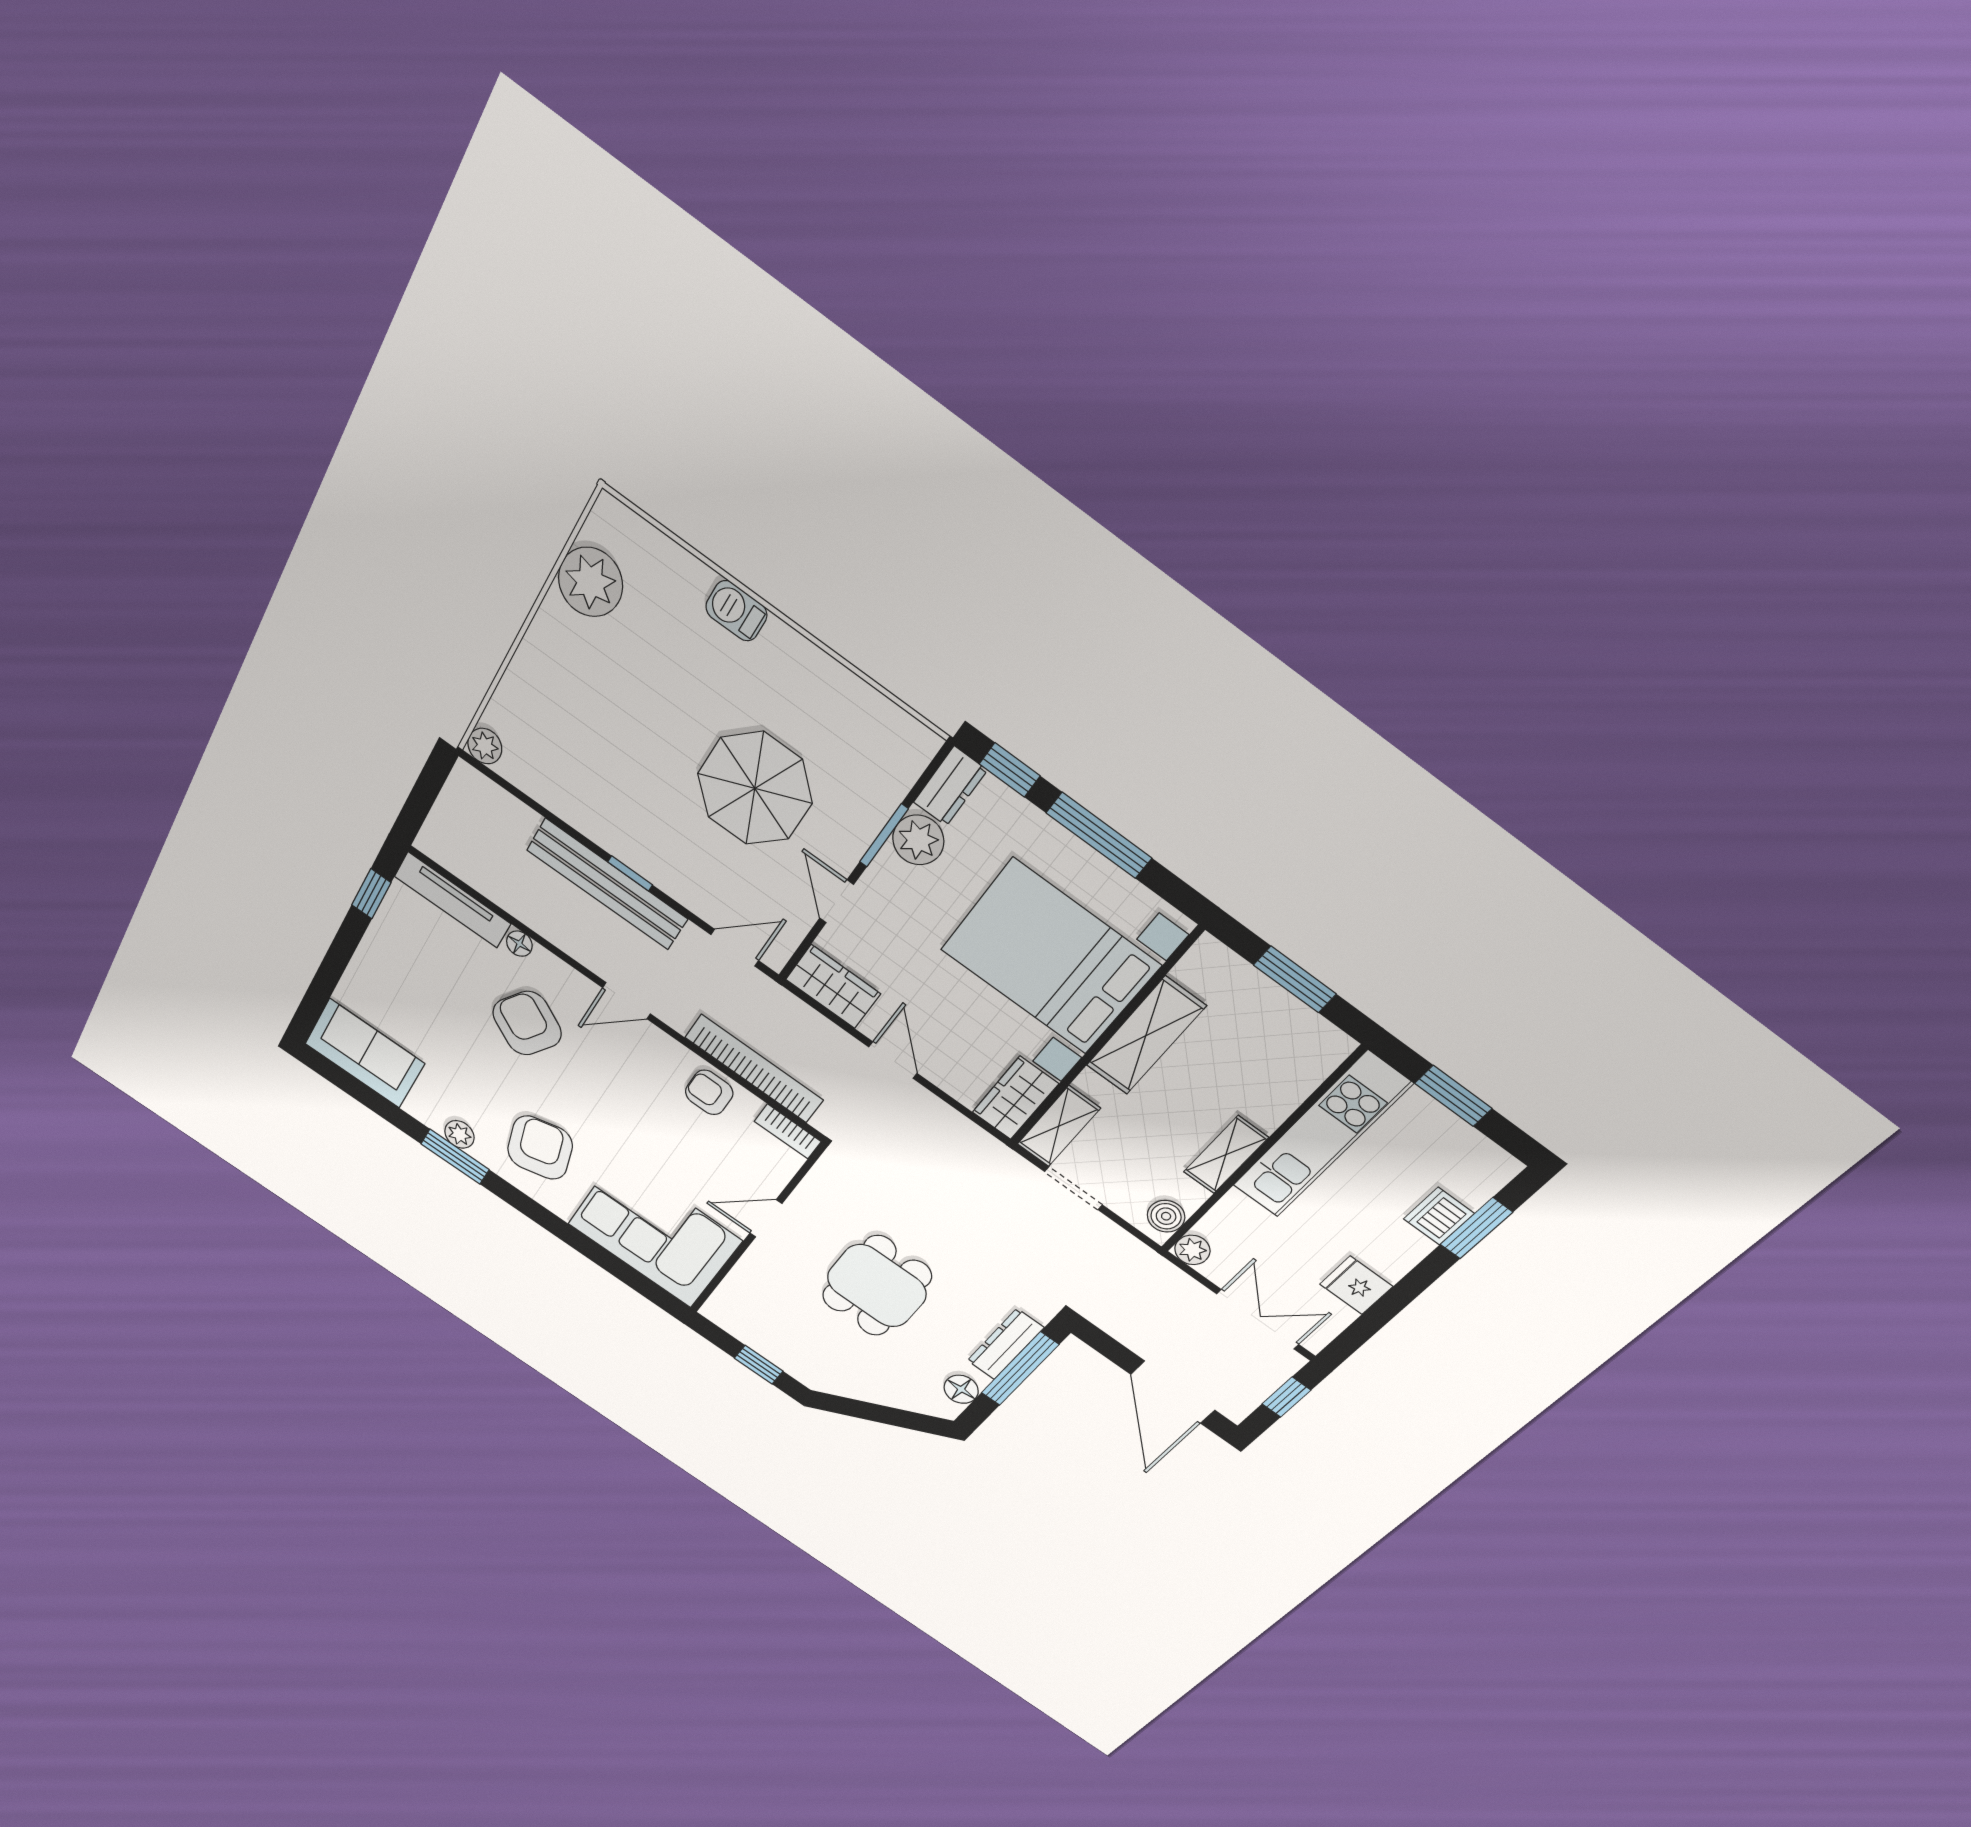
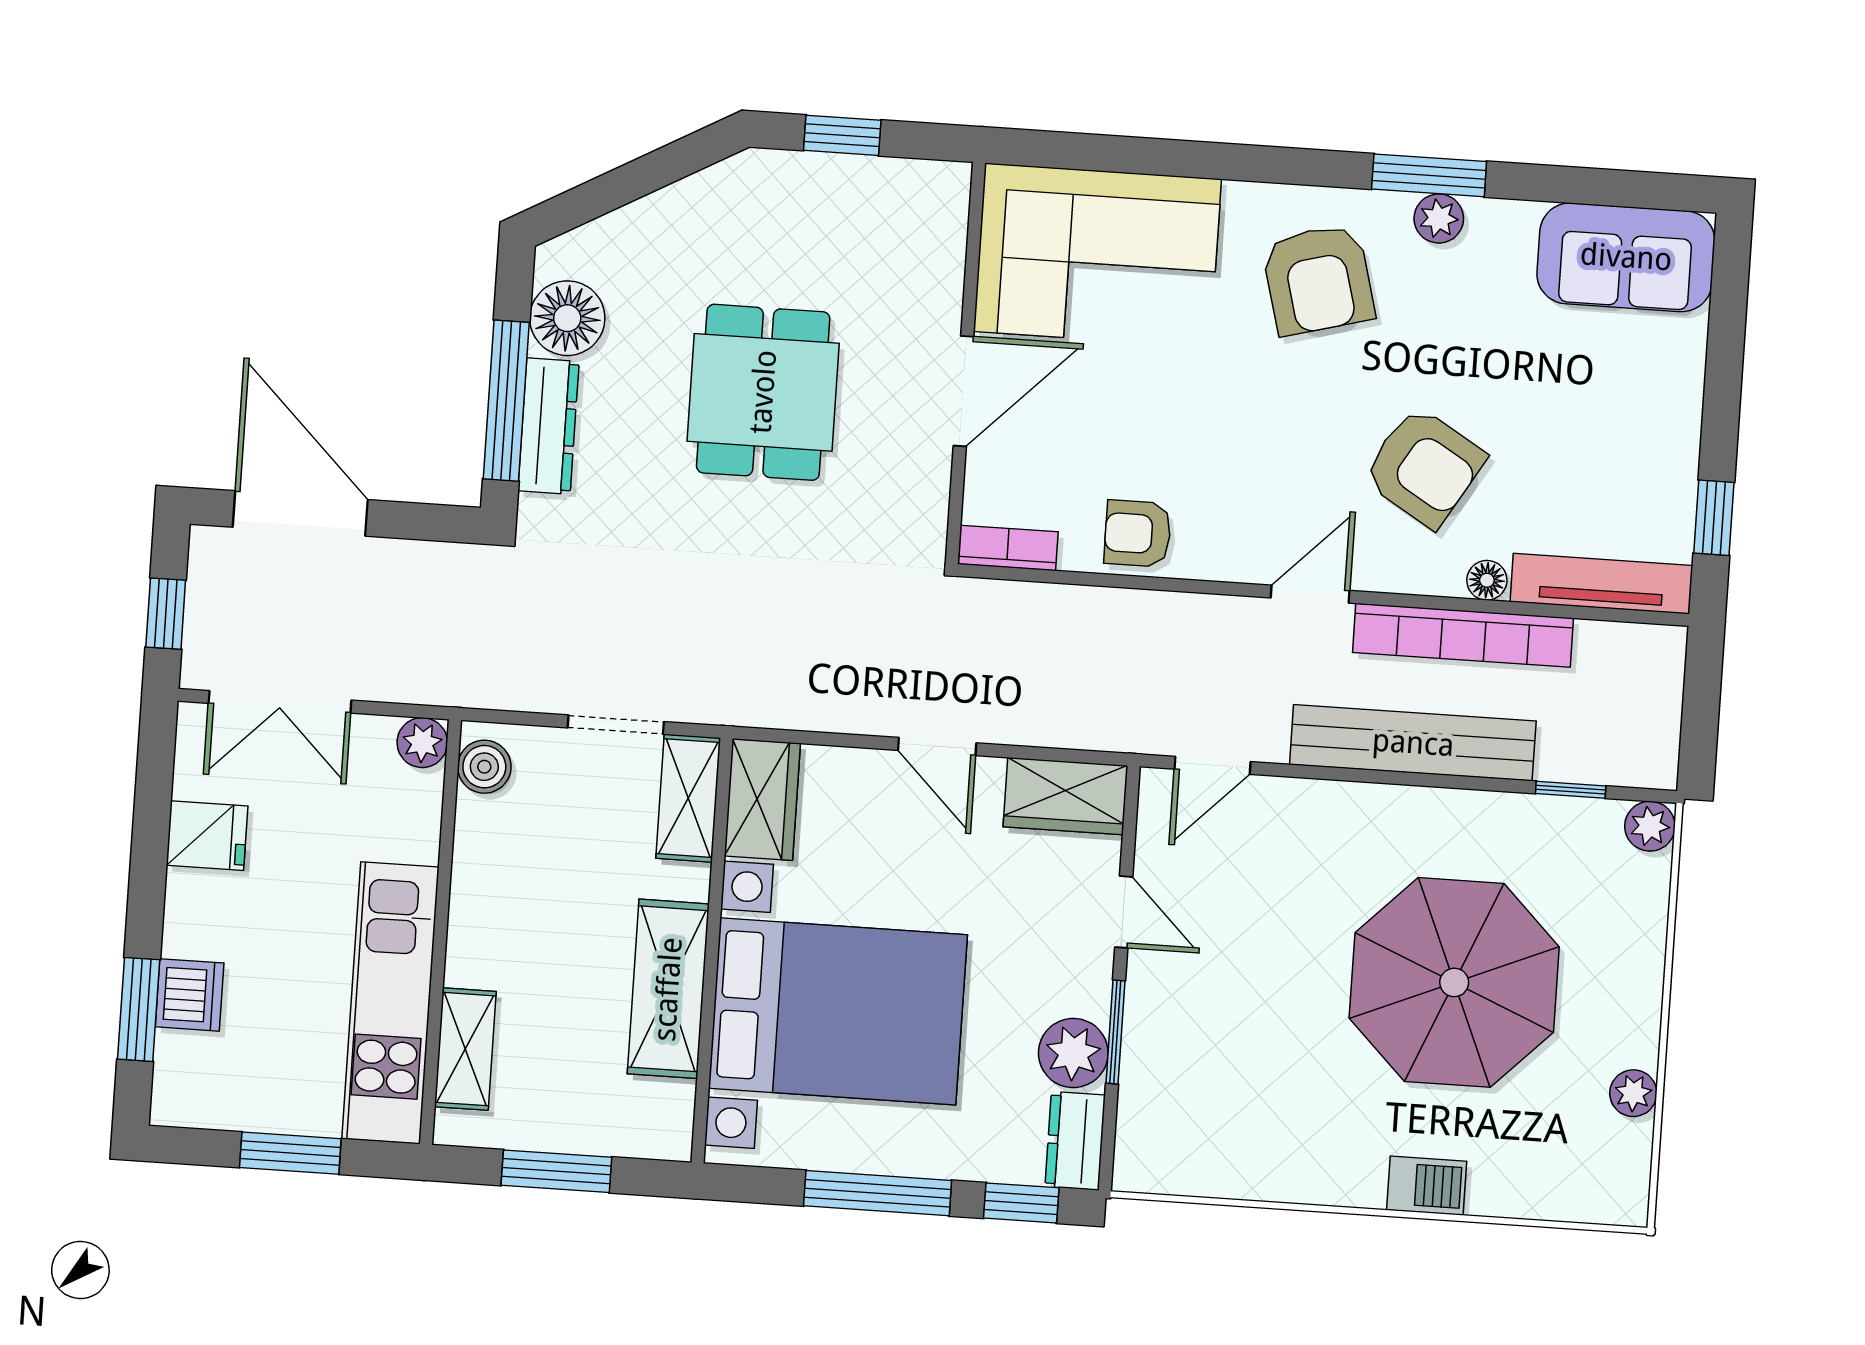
plant: (590, 582) -> (1633, 1093), width x0.53, depth x0.53
parasol: (755, 788) -> (1454, 982), moved, width x1.36, depth x1.36
window: (630, 873) -> (1571, 790), moved
bookcase: (754, 1069) -> (1463, 635), moved
armchair: (709, 1092) -> (1138, 534), turned 180
shelving: (1226, 1155) -> (465, 1049), moved
door: (766, 1218) -> (963, 391), width x1.38
floor lamp: (961, 1389) -> (567, 318), width x1.38, depth x1.38

